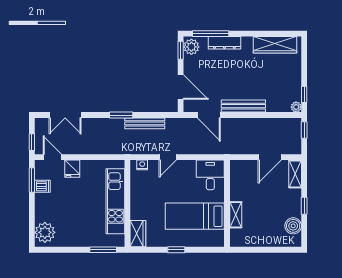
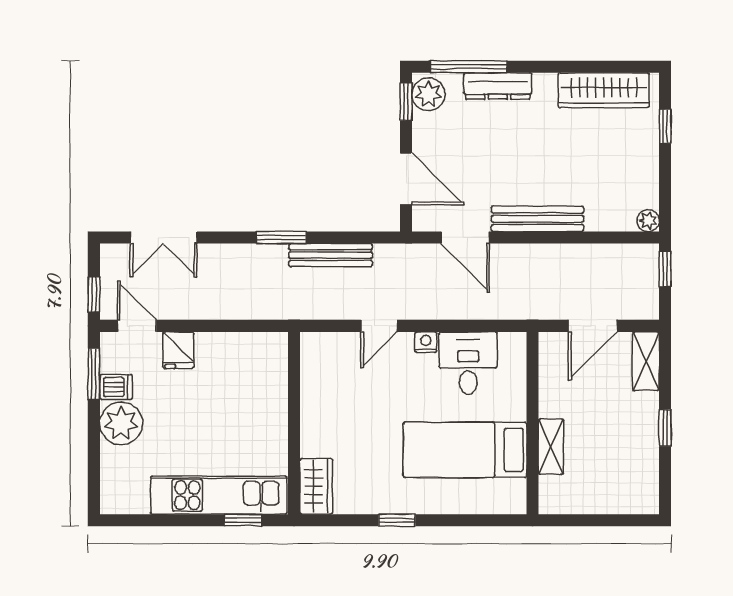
window: (304, 94) -> (665, 126), moved
nightstand: (142, 165) -> (426, 342), moved
kitchen unit: (115, 201) -> (219, 495), moved, turned 90
wall: (227, 203) -> (533, 423), moved
shelving: (236, 215) -> (551, 447), moved
bed: (195, 216) -> (465, 450), moved
boiler: (293, 226) -> (642, 470), removed
plant: (45, 232) -> (121, 423), moved
window: (103, 250) -> (243, 520), width x0.67

